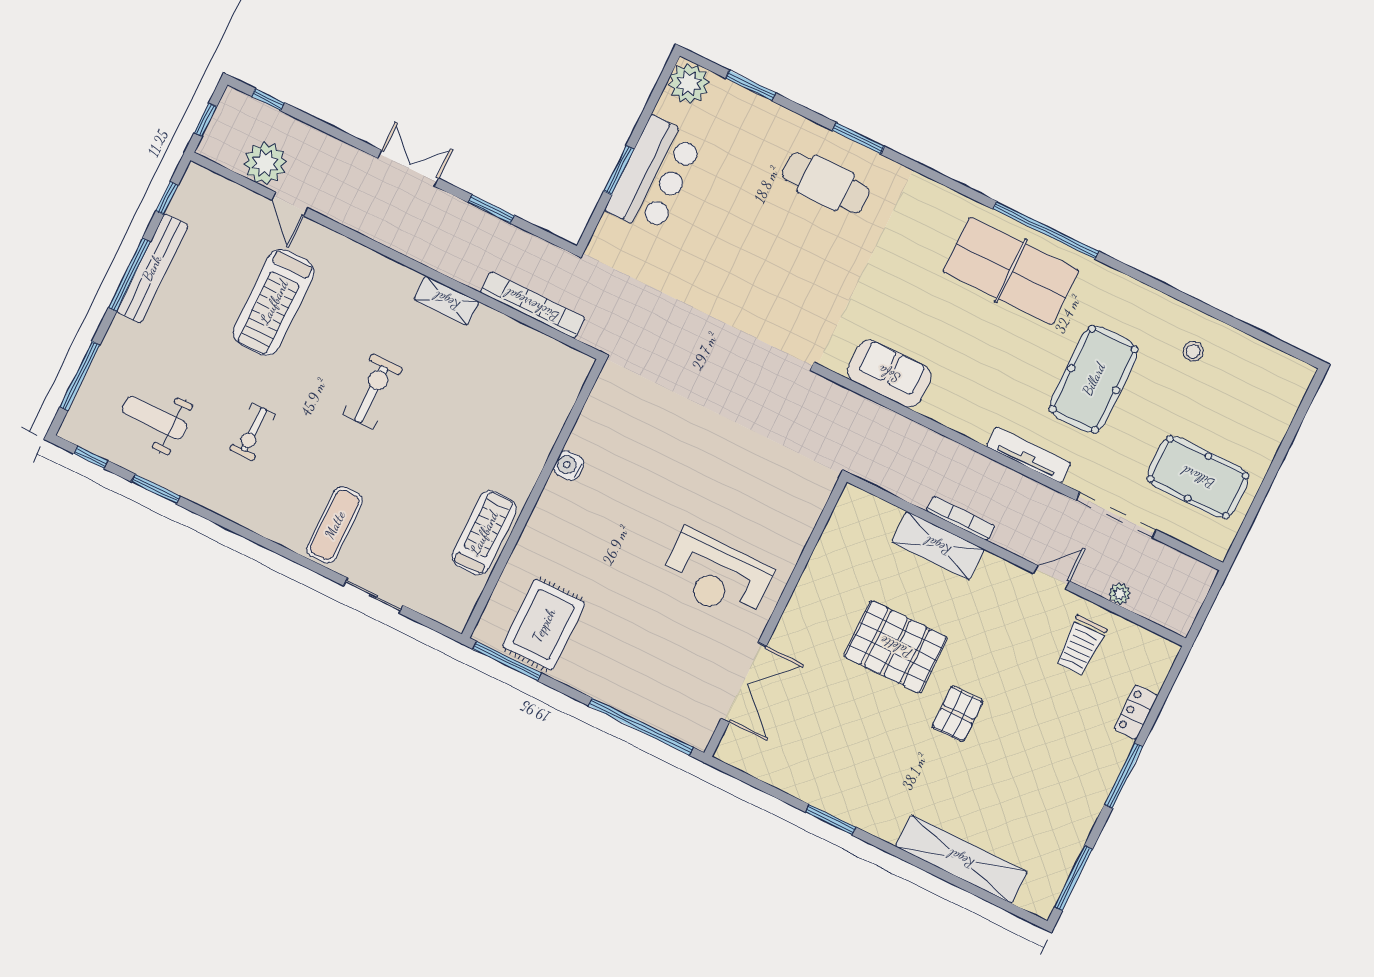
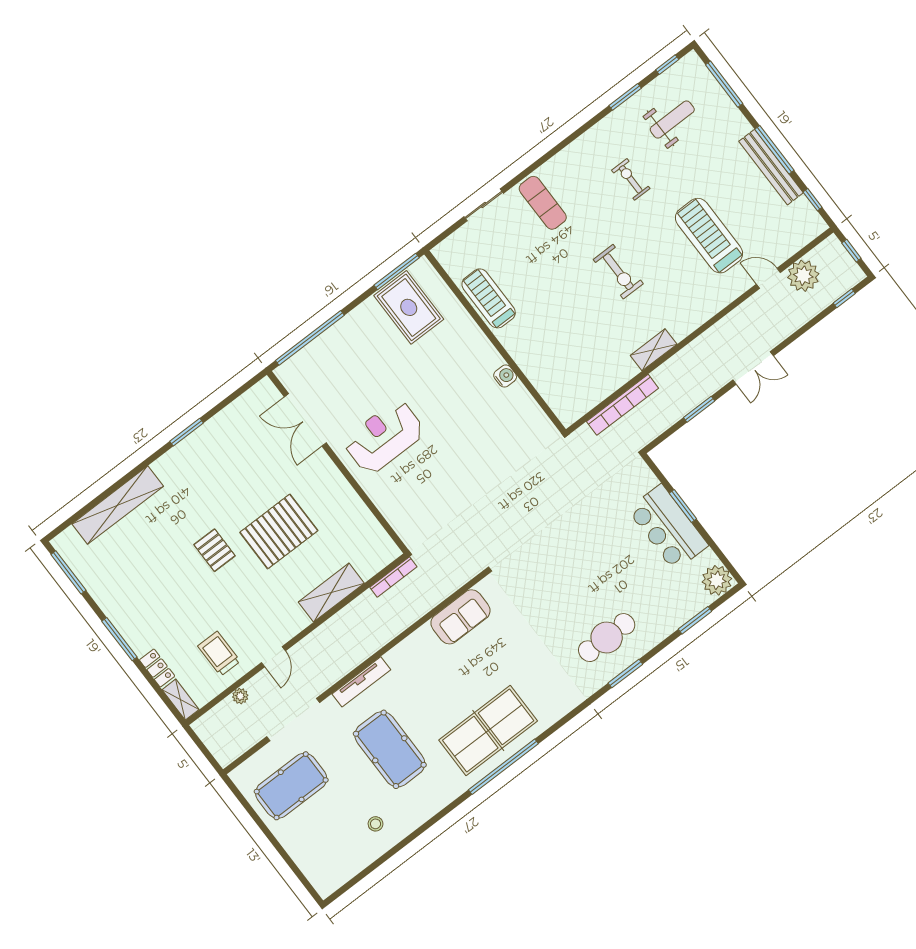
bookcase: (960, 518) -> (393, 577), moved
treadmill: (484, 533) -> (489, 298), turned 180
shelving: (1160, 664) -> (181, 700), added

